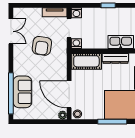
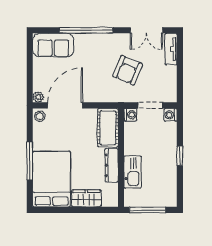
tv unit: (55, 12) -> (171, 49), moved
armchair: (42, 46) -> (128, 70), turned -75
sofa: (22, 92) -> (53, 45), moved
window: (11, 93) -> (86, 30), moved

